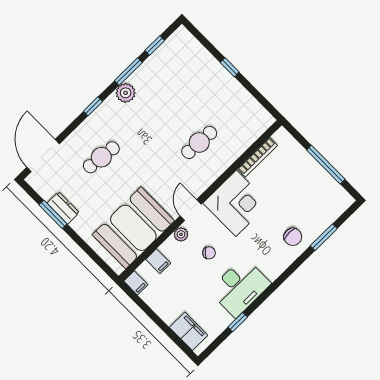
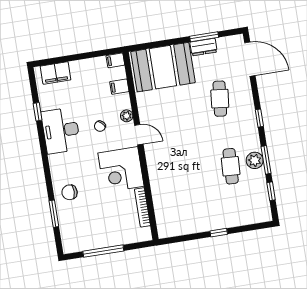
plant: (126, 93) -> (255, 160), moved
cafe table: (199, 142) -> (231, 166), moved
booth: (133, 228) -> (163, 67), moved, turned 90

